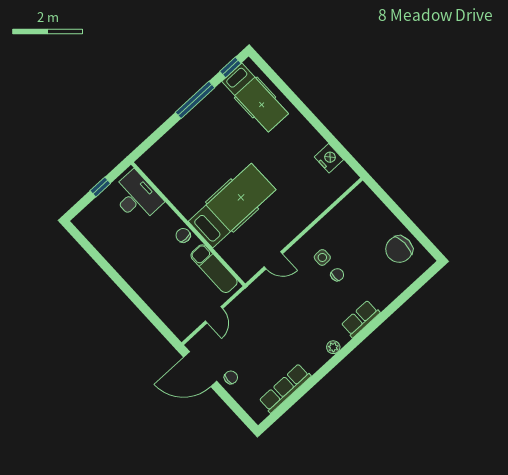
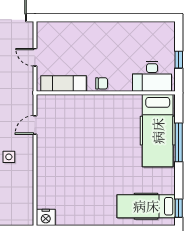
window: (195, 100) -> (179, 142), moved
nightstand: (329, 158) -> (46, 217), moved
hospital bed: (232, 206) -> (158, 131), moved

